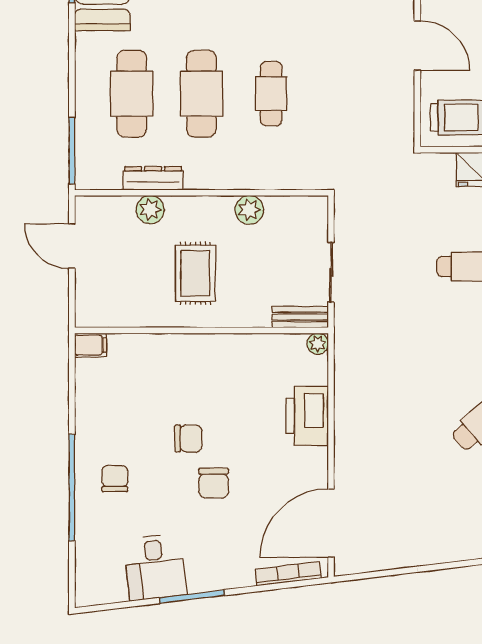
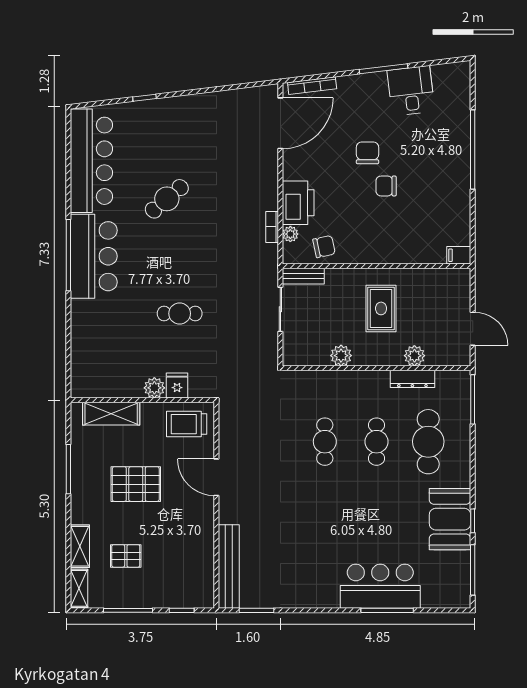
cafe table: (201, 94) -> (377, 442), width x0.73, depth x0.74
plant: (318, 344) -> (290, 234), moved
bookcase: (342, 383) -> (272, 227), added
chair: (115, 479) -> (324, 247), moved, turned -102

